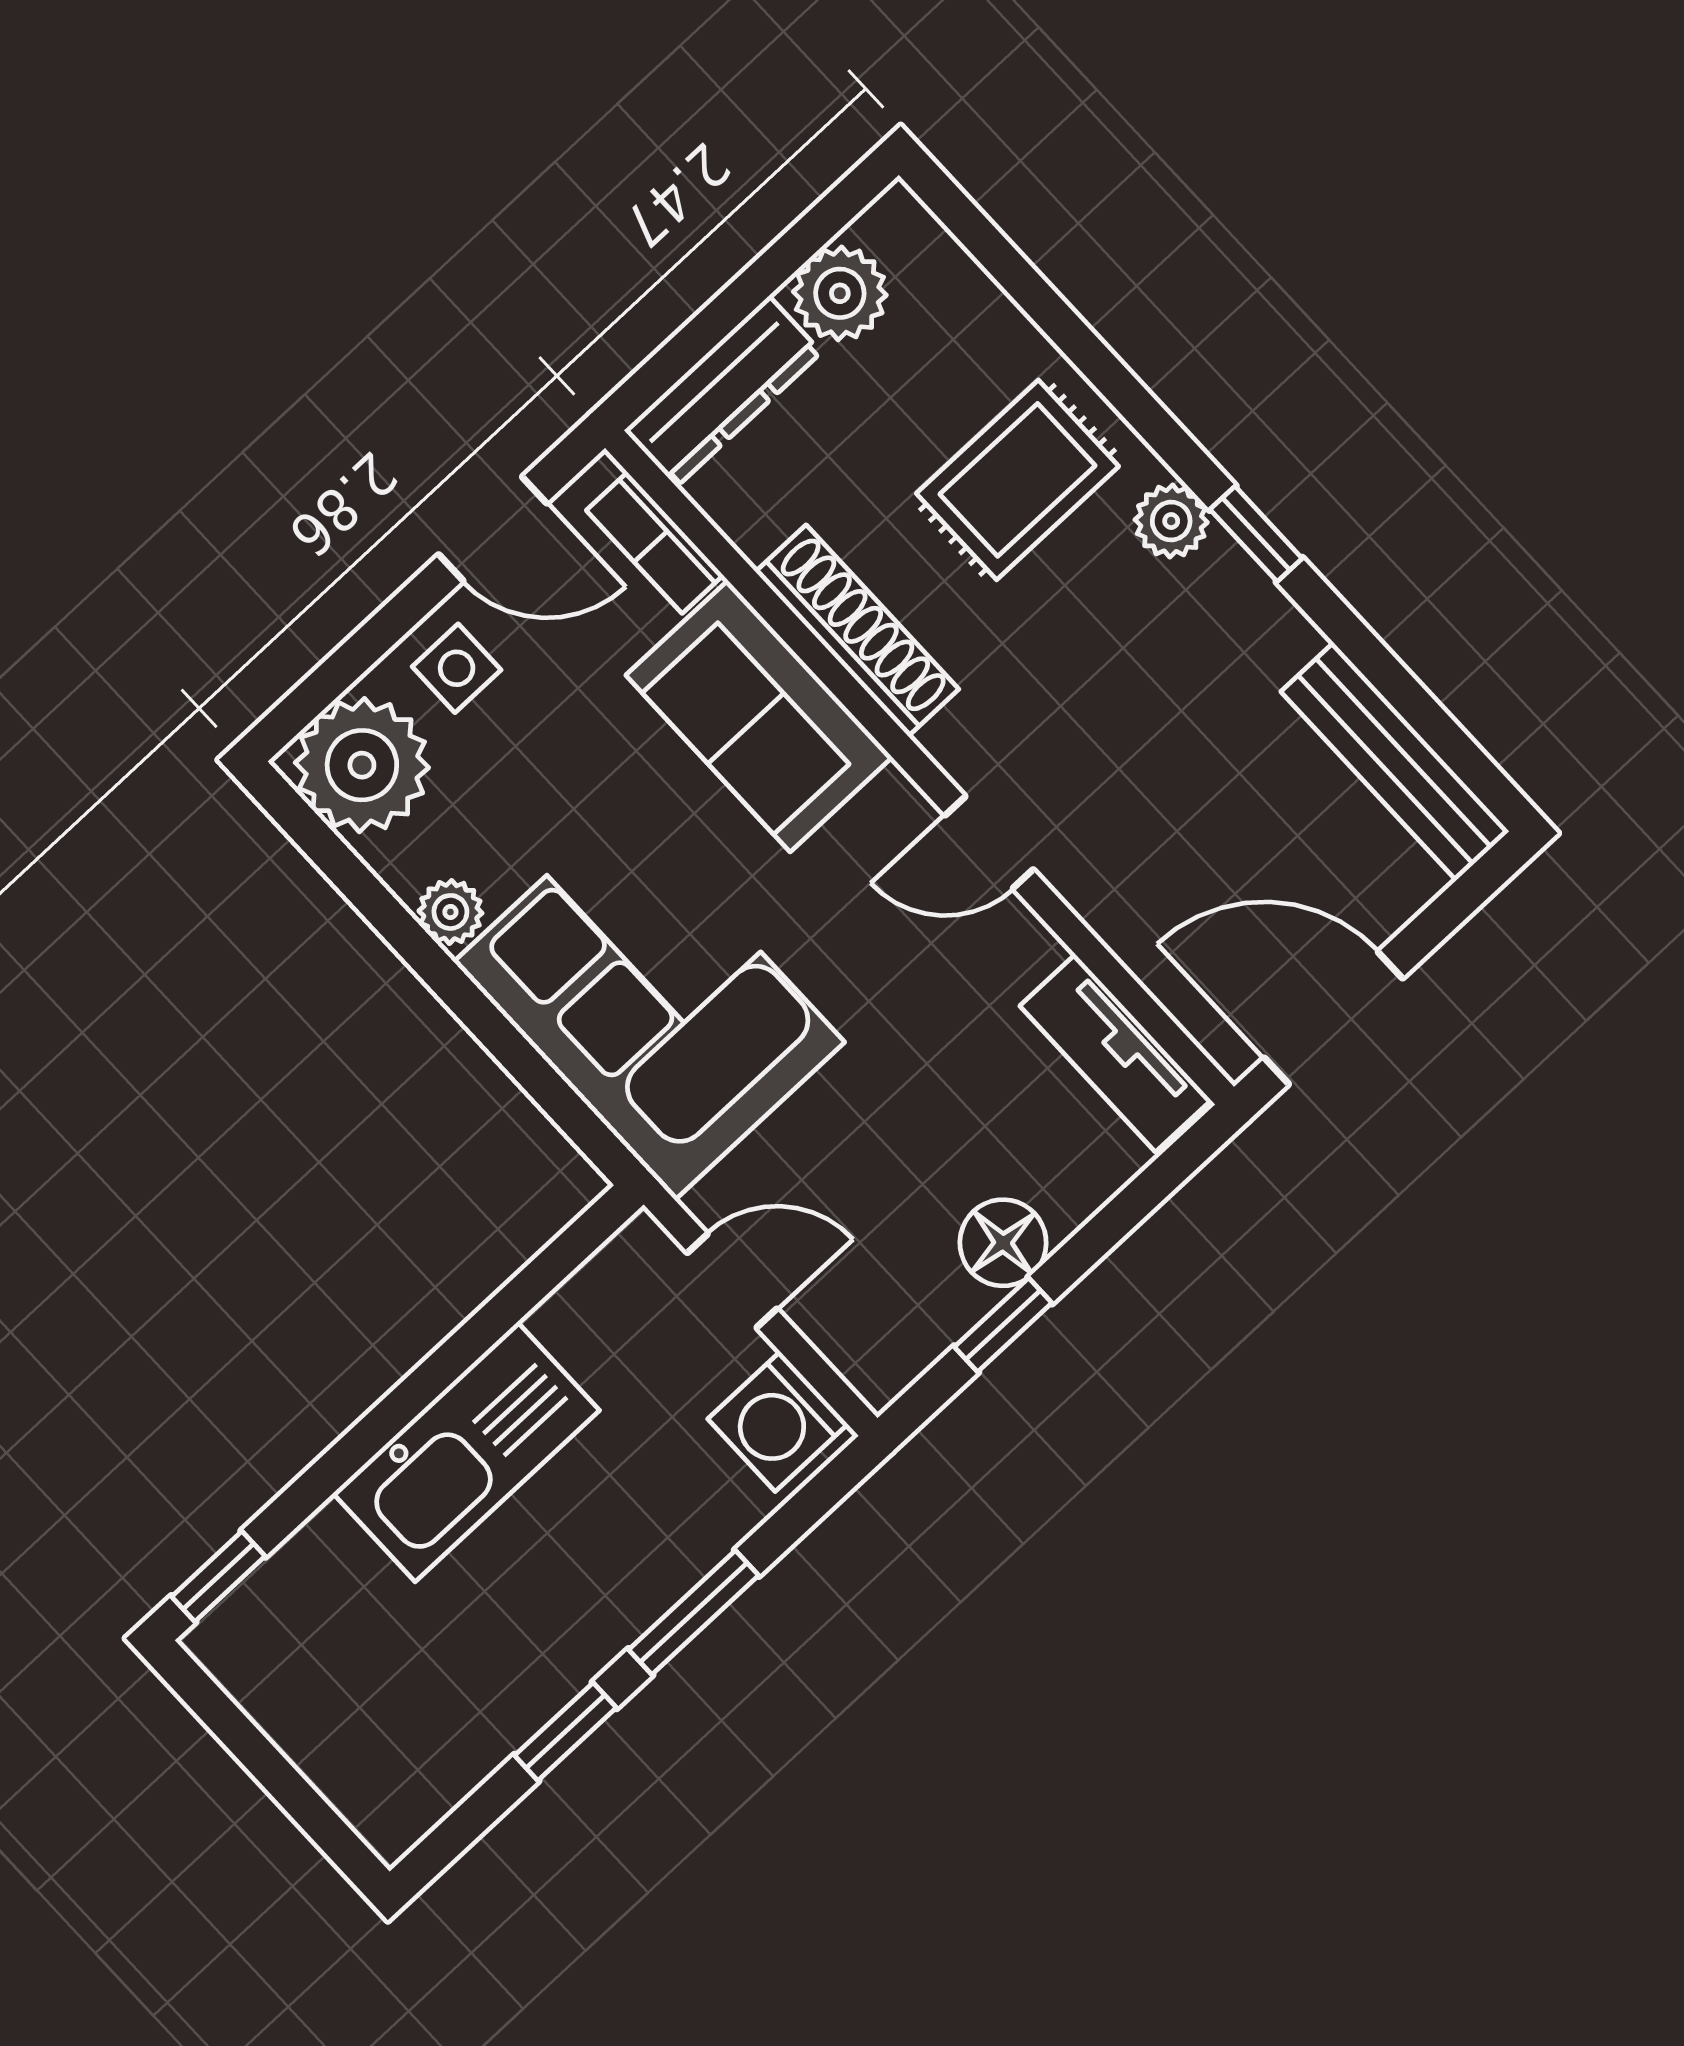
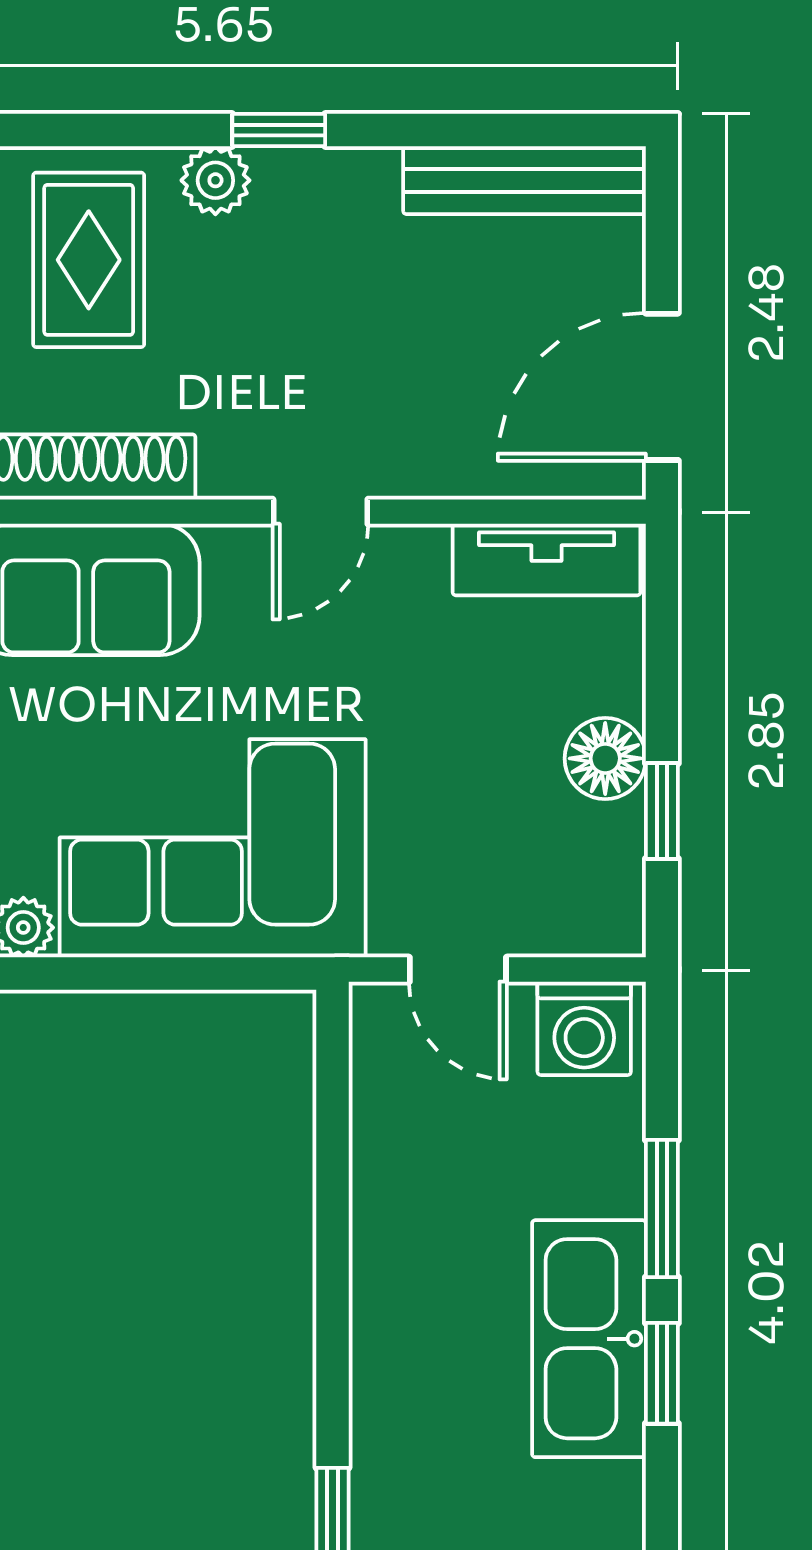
door: (732, 1281) -> (458, 970), swing flipped
kitchen sink: (466, 1452) -> (589, 1339), moved, turned 180

